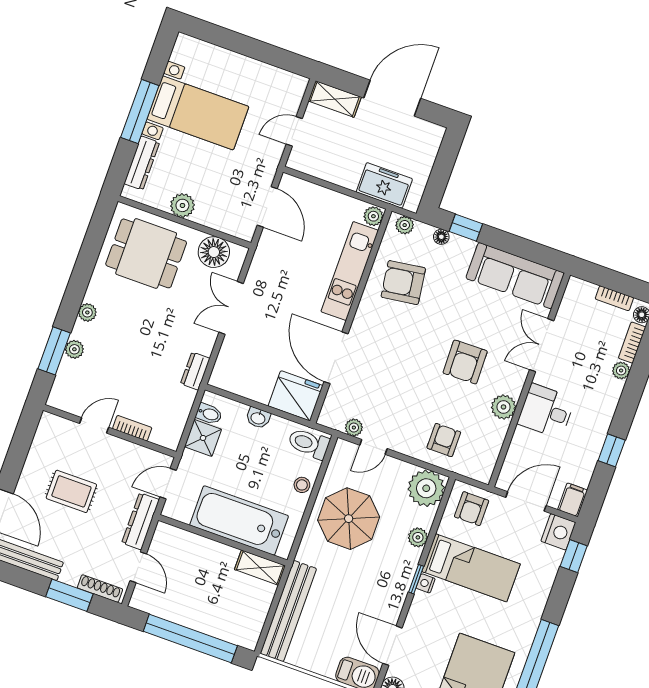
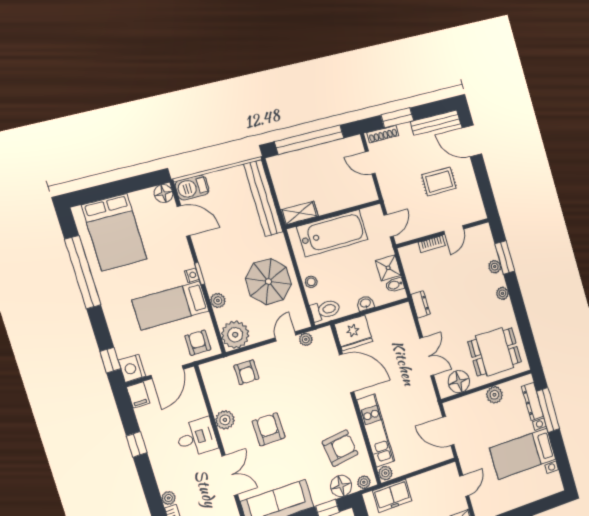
window: (140, 112) -> (548, 410), moved
floor lamp: (441, 237) -> (341, 486), width x1.89, depth x1.89
dresser: (141, 521) -> (388, 192), removed

